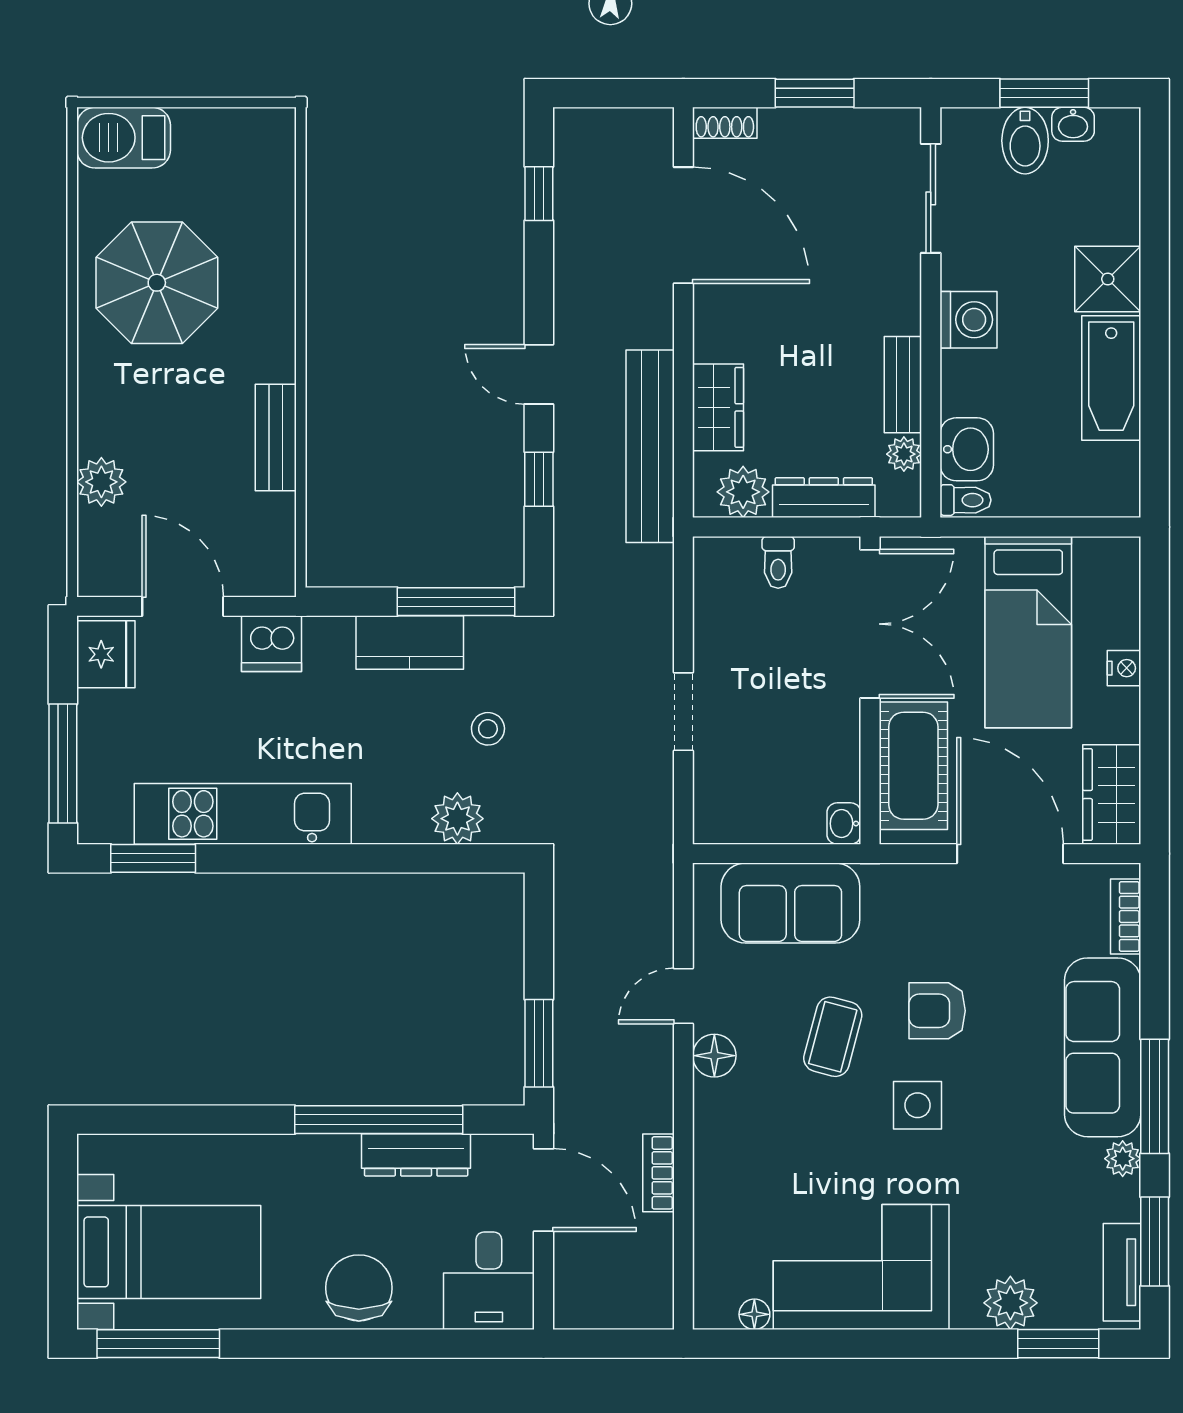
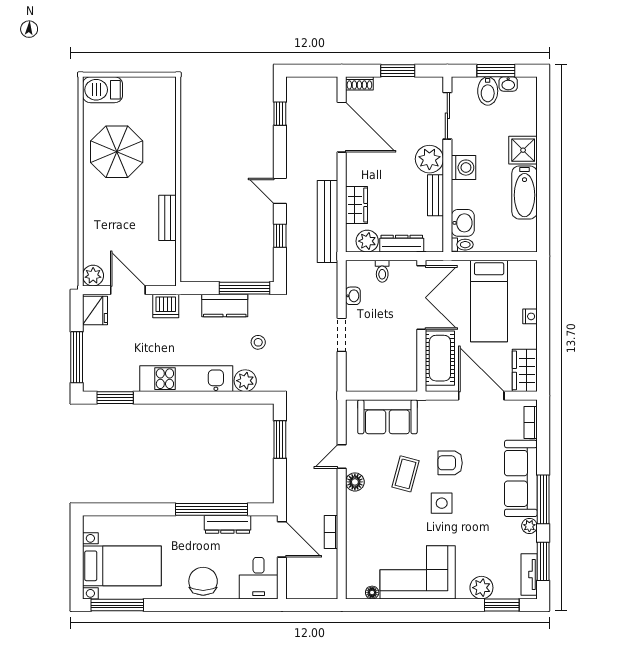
plant: (904, 454) -> (429, 159), moved, width x1.87, depth x1.87
plant: (101, 482) -> (93, 276), moved
kitchen unit: (243, 814) -> (186, 379), moved
washbasin: (844, 824) -> (353, 296), moved, turned 180
window: (539, 1043) -> (280, 440), moved

